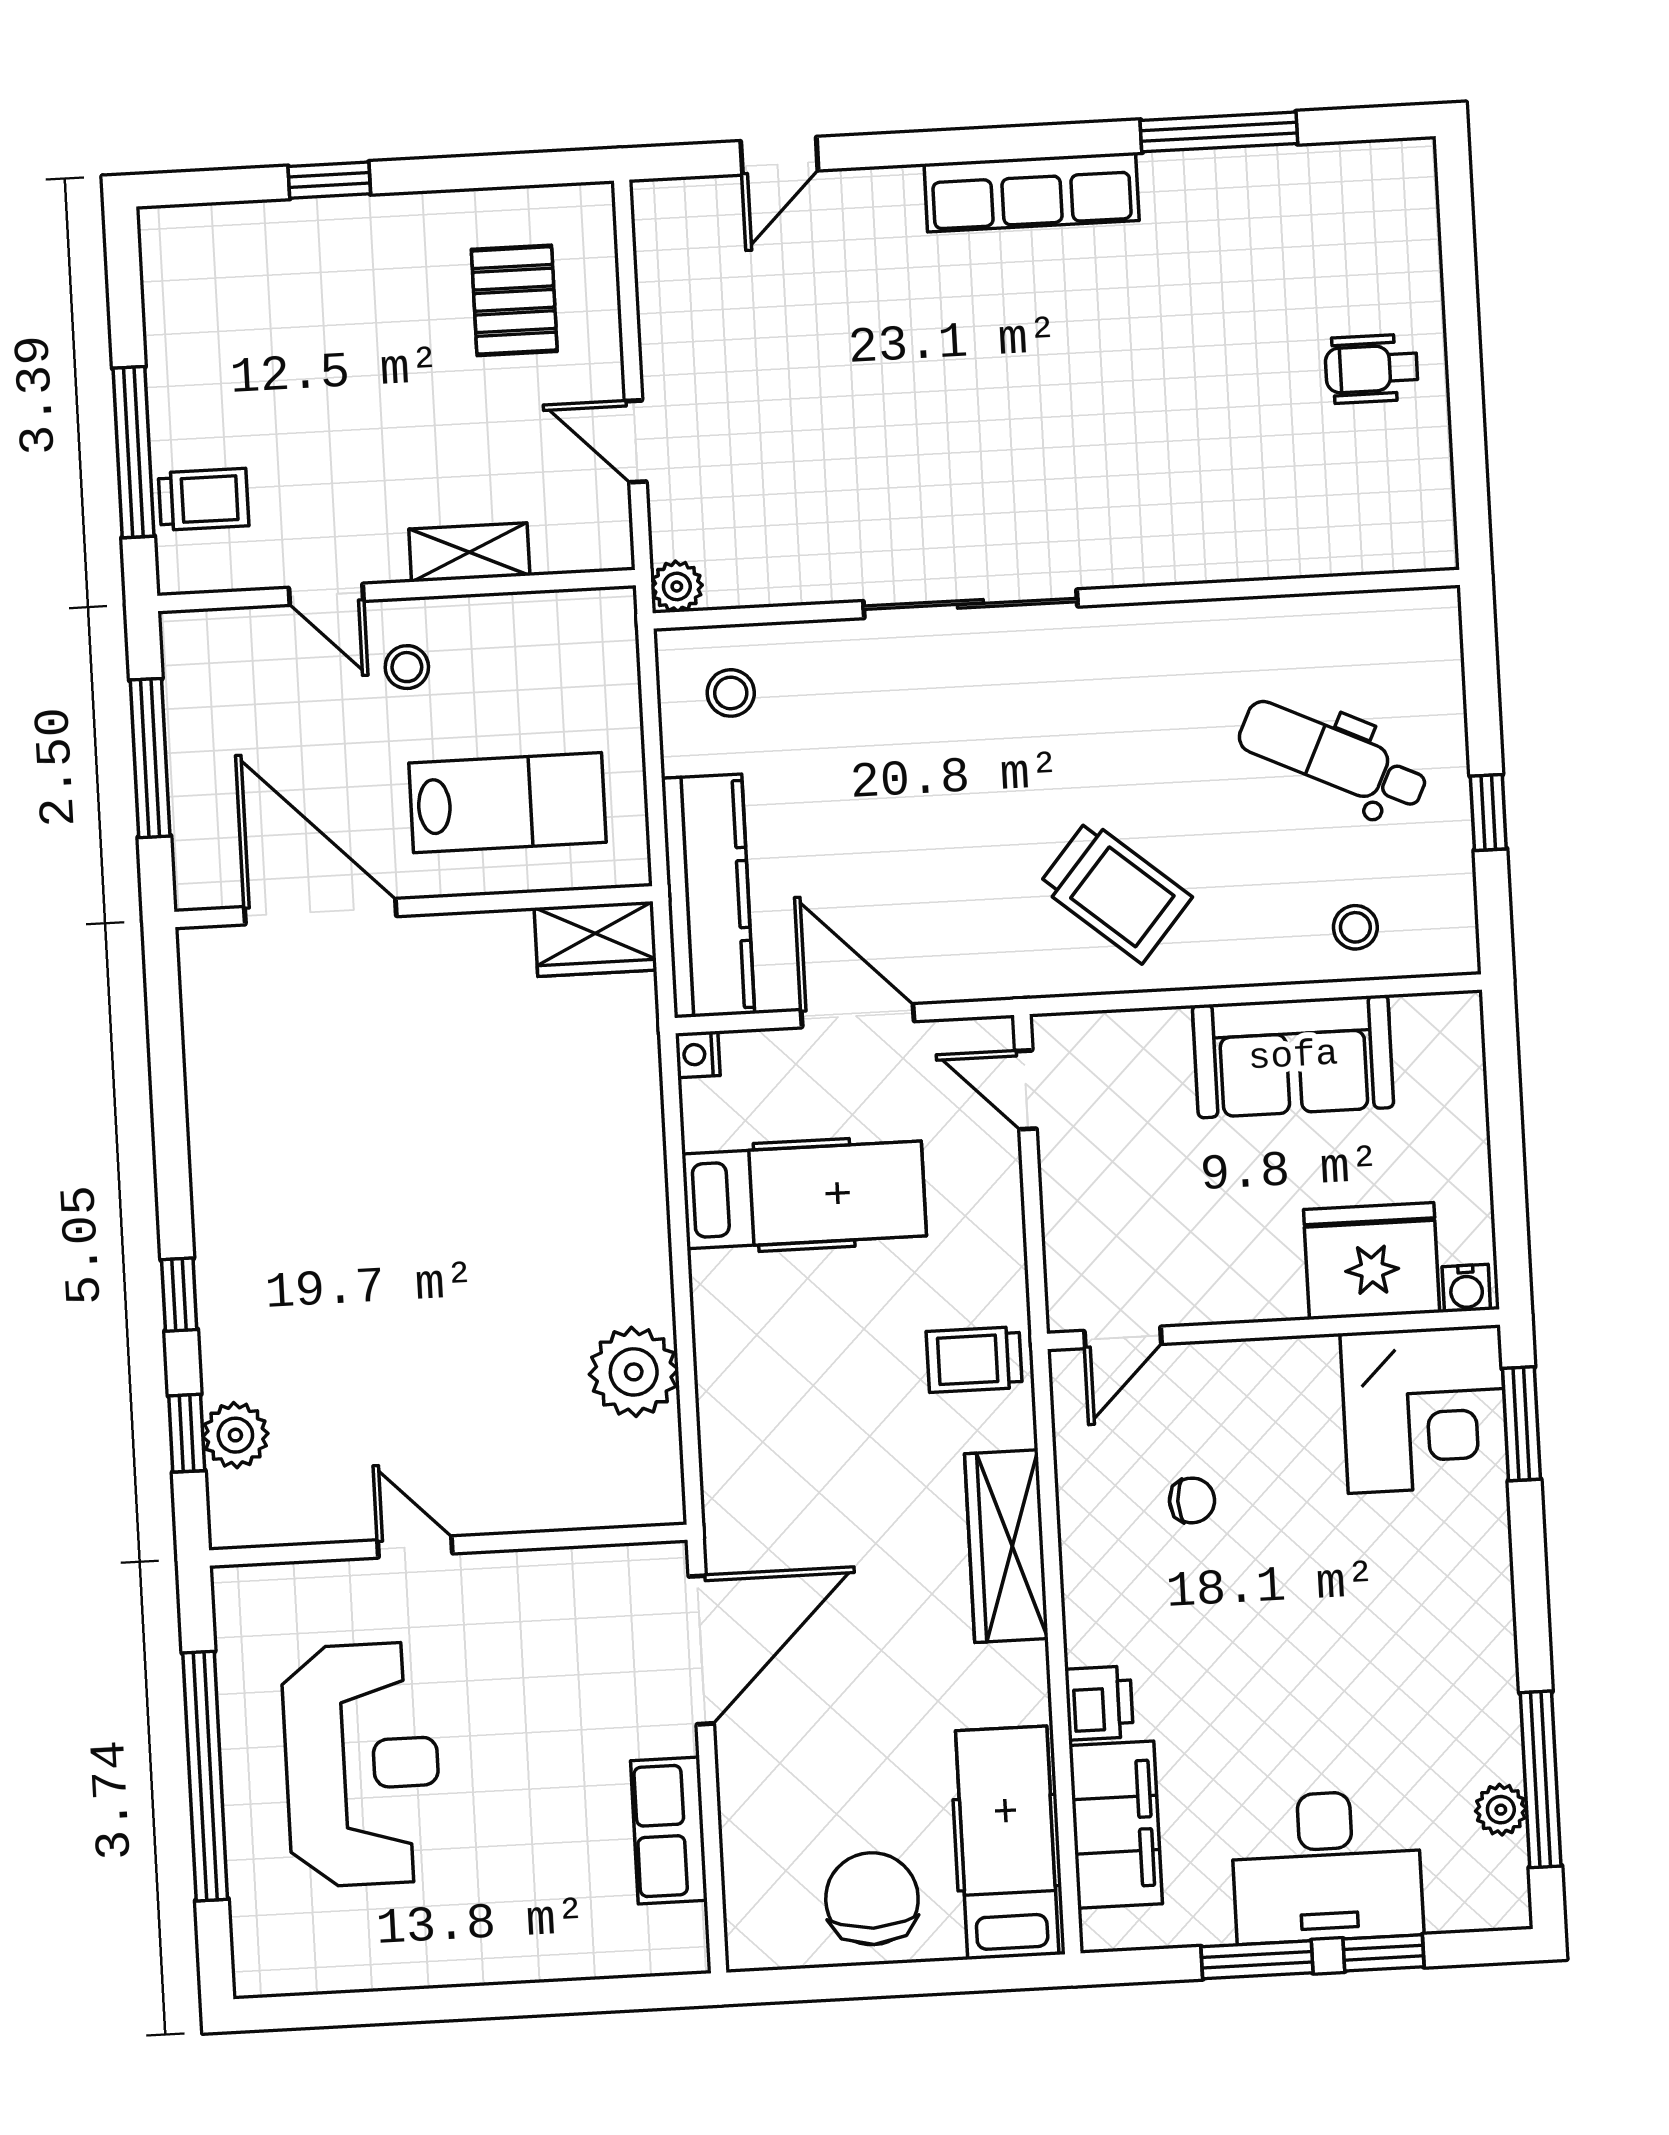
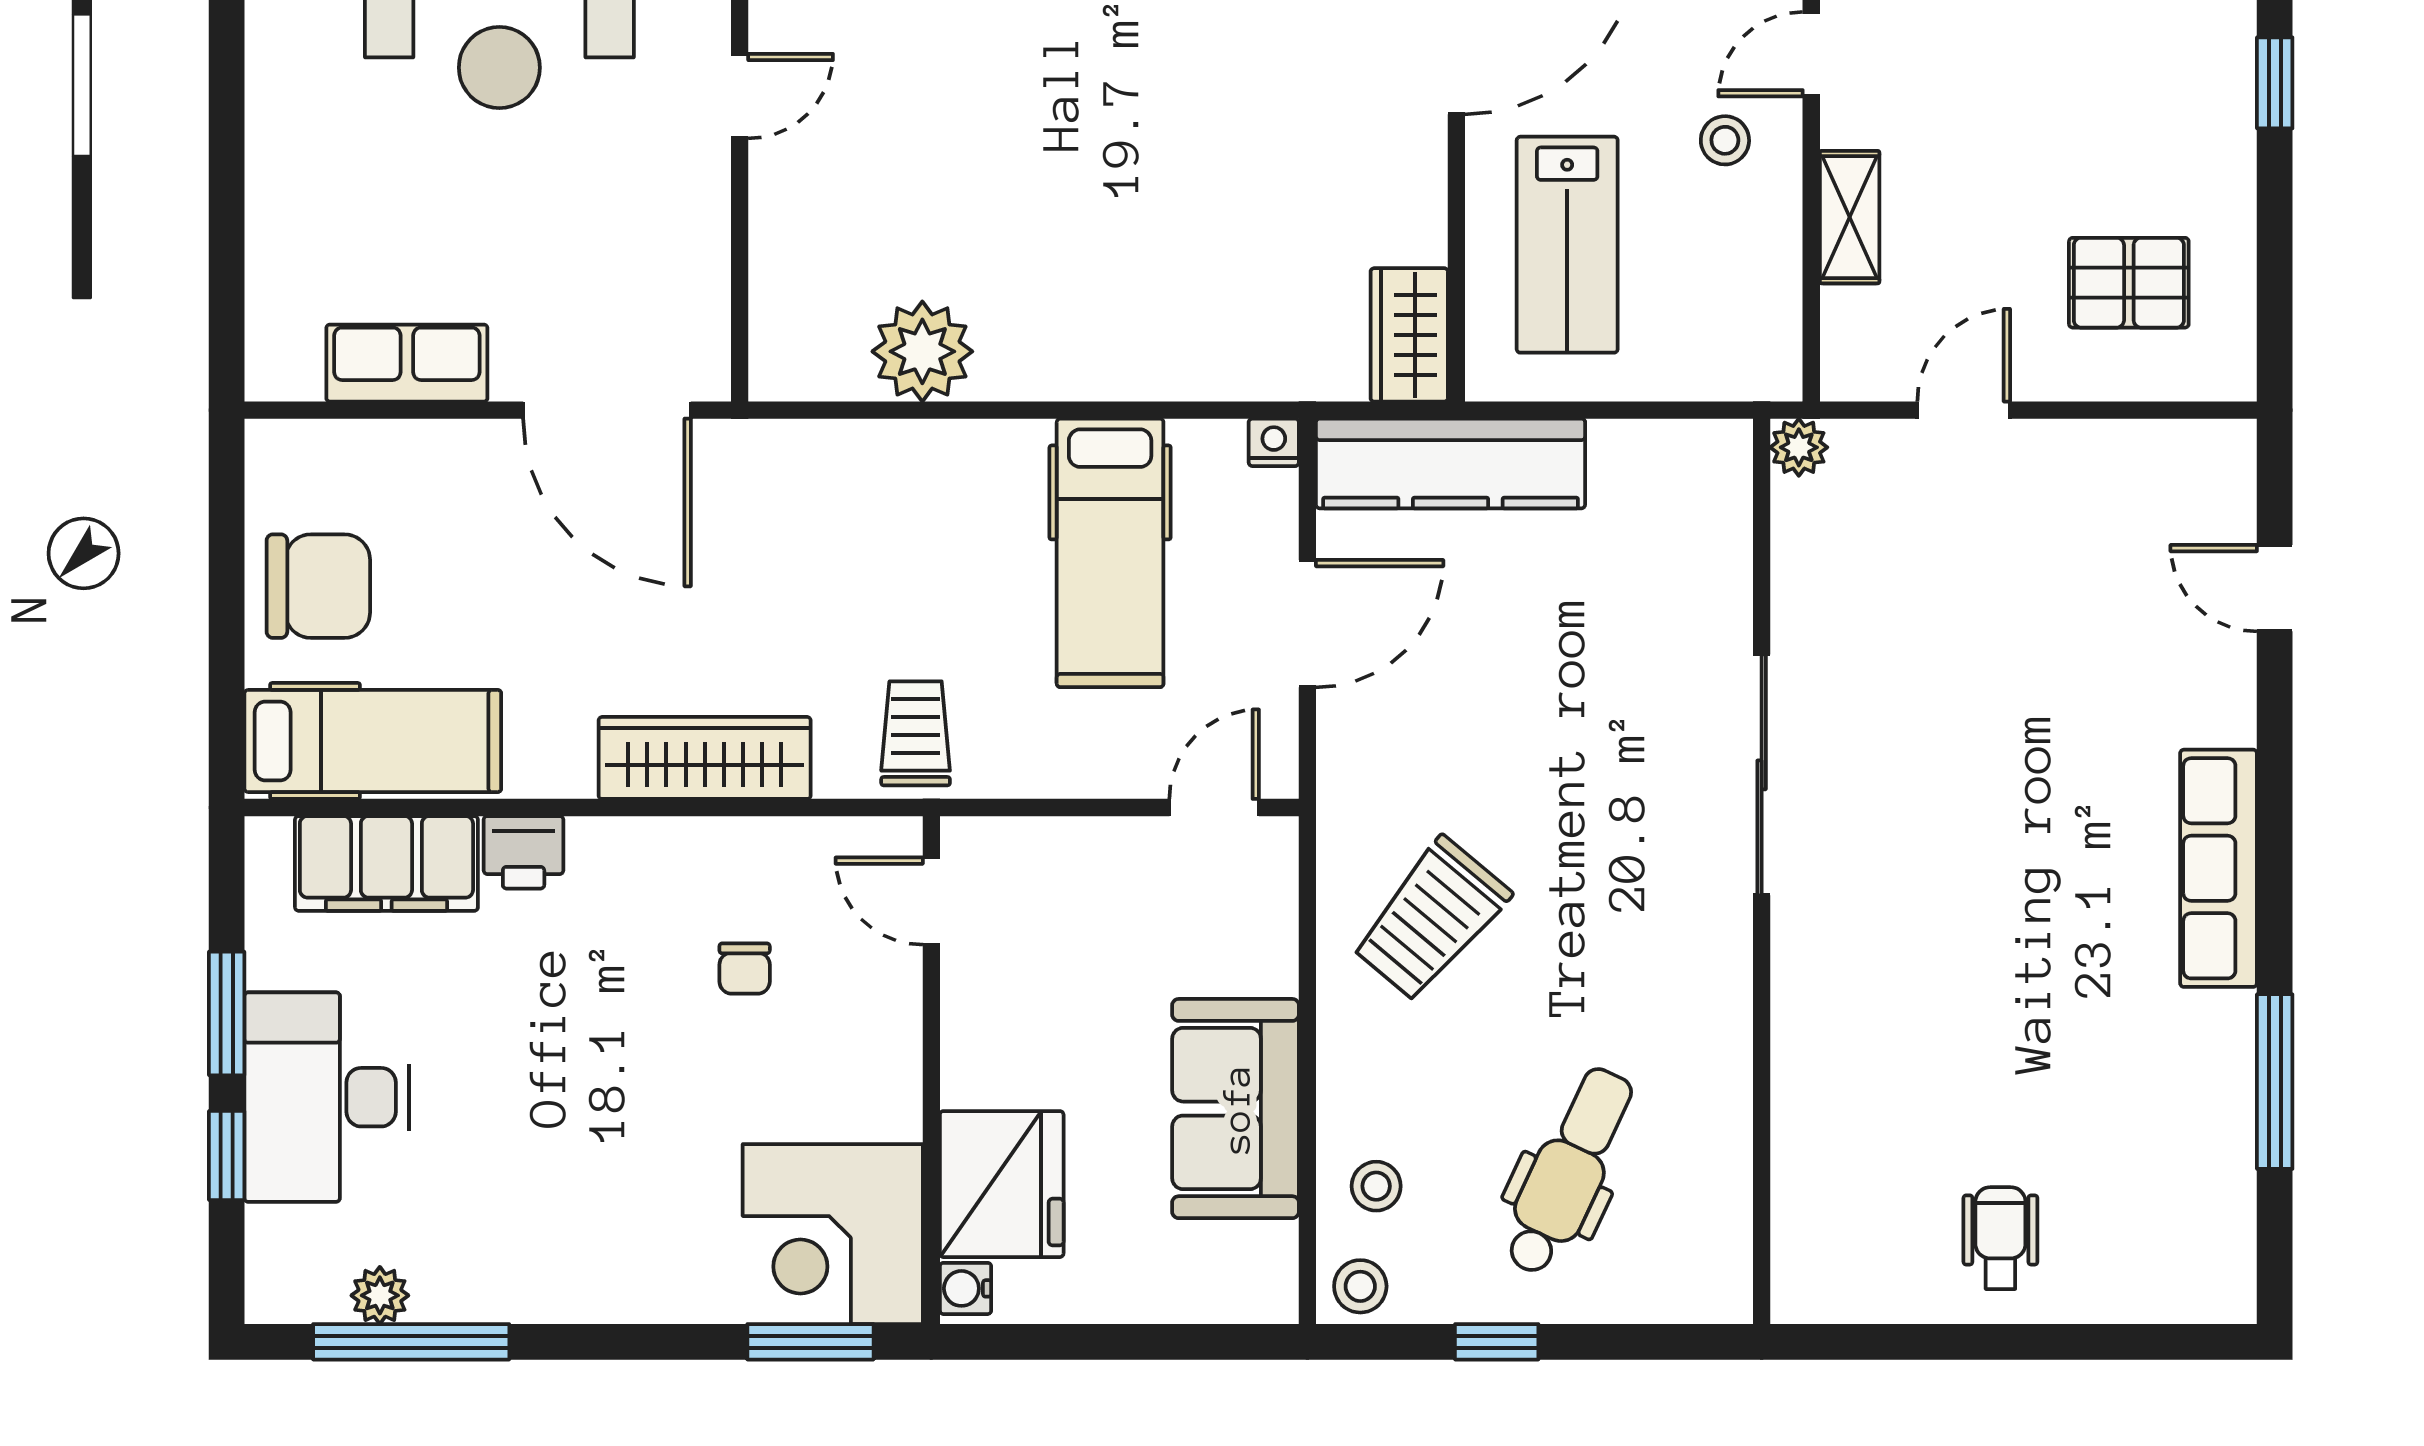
stool: (731, 693) -> (1360, 1286), moved

